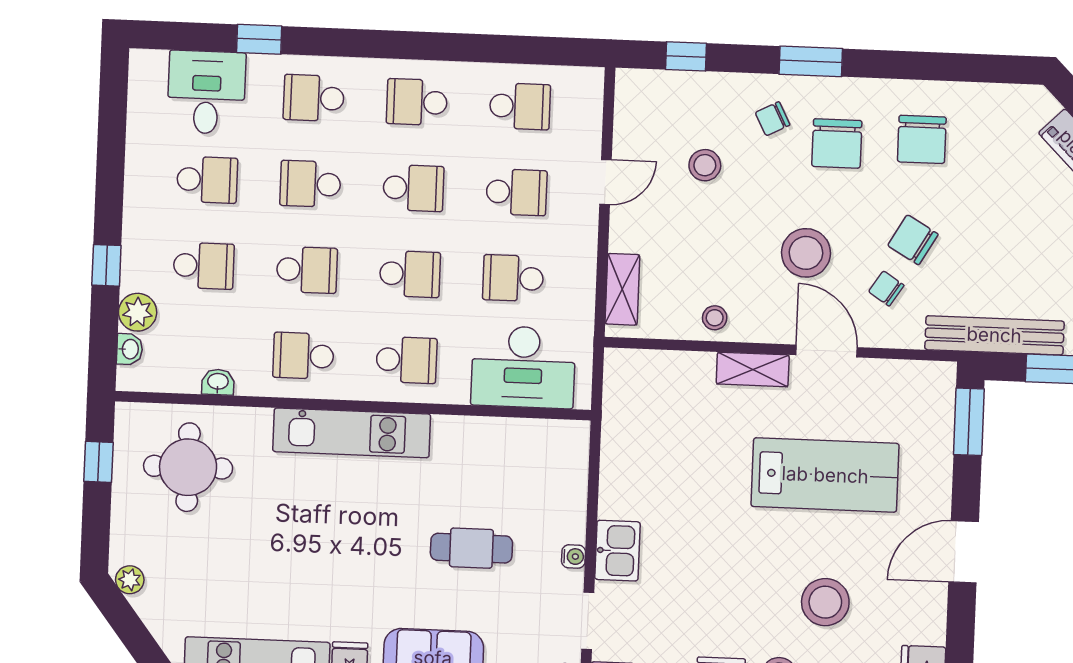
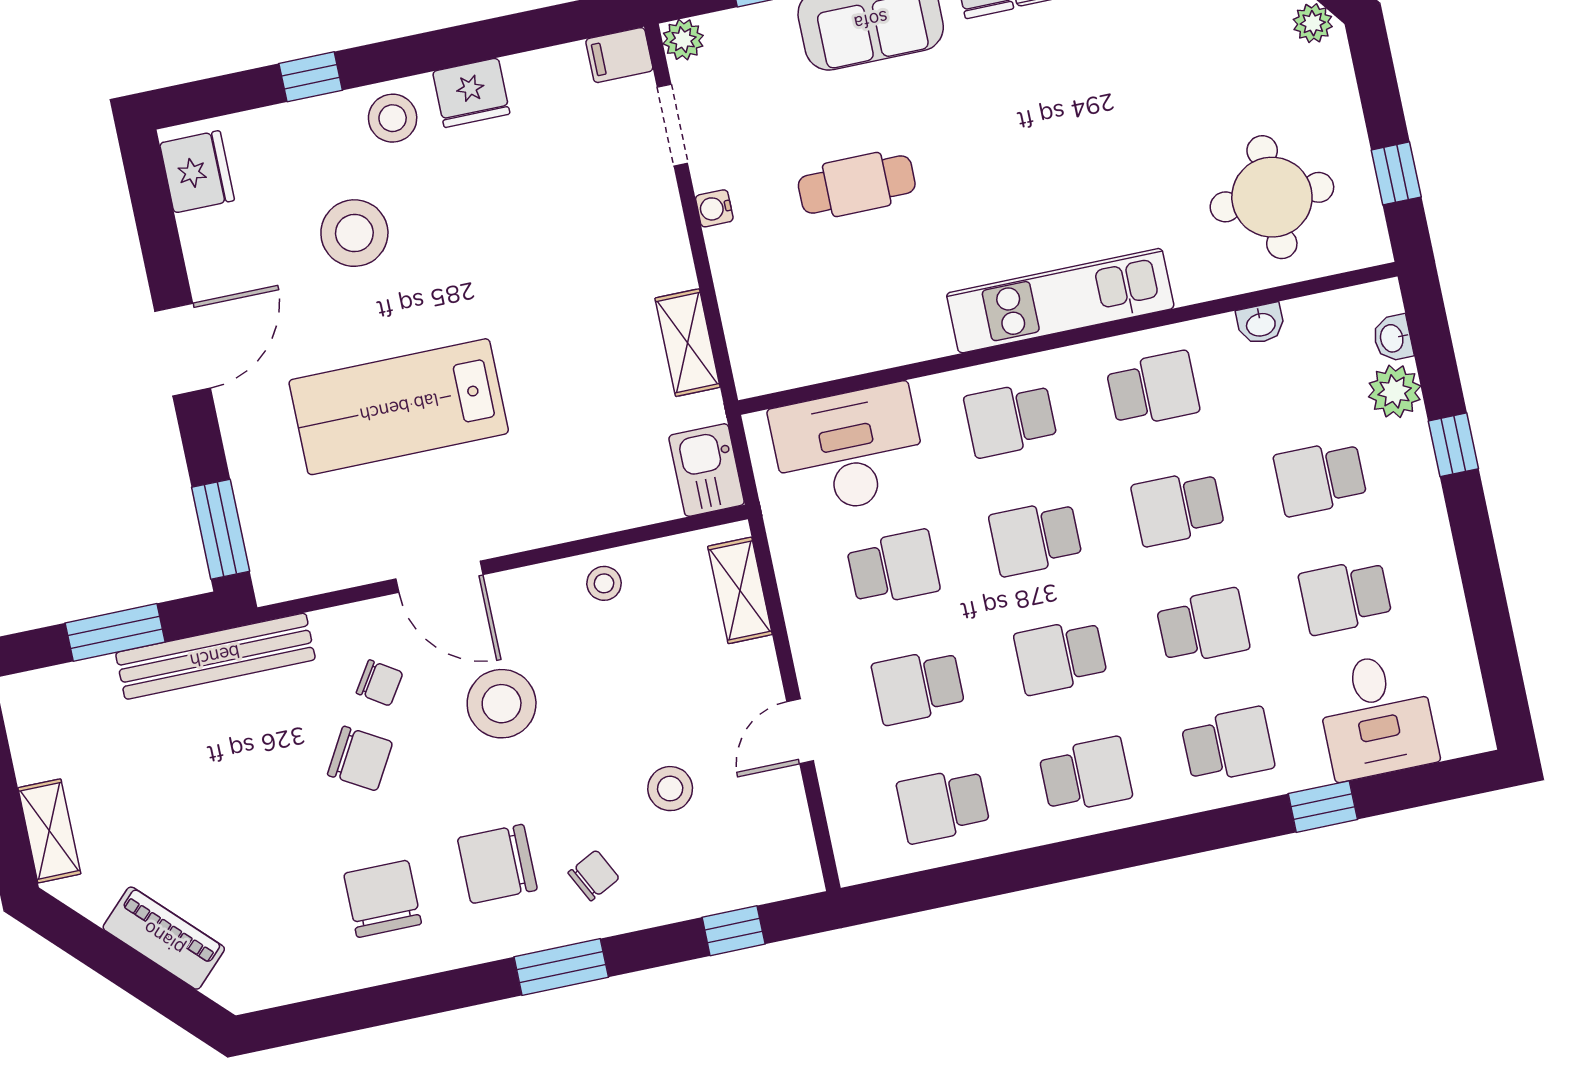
chair: (837, 143) -> (497, 864), turned -90
shelving: (753, 369) -> (687, 343), moved, turned 90
kitchen sink: (617, 551) -> (707, 470), moved

